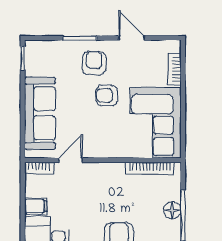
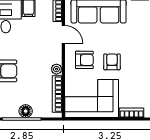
armchair: (94, 63) -> (84, 60), moved
plant: (117, 169) -> (56, 69), added

